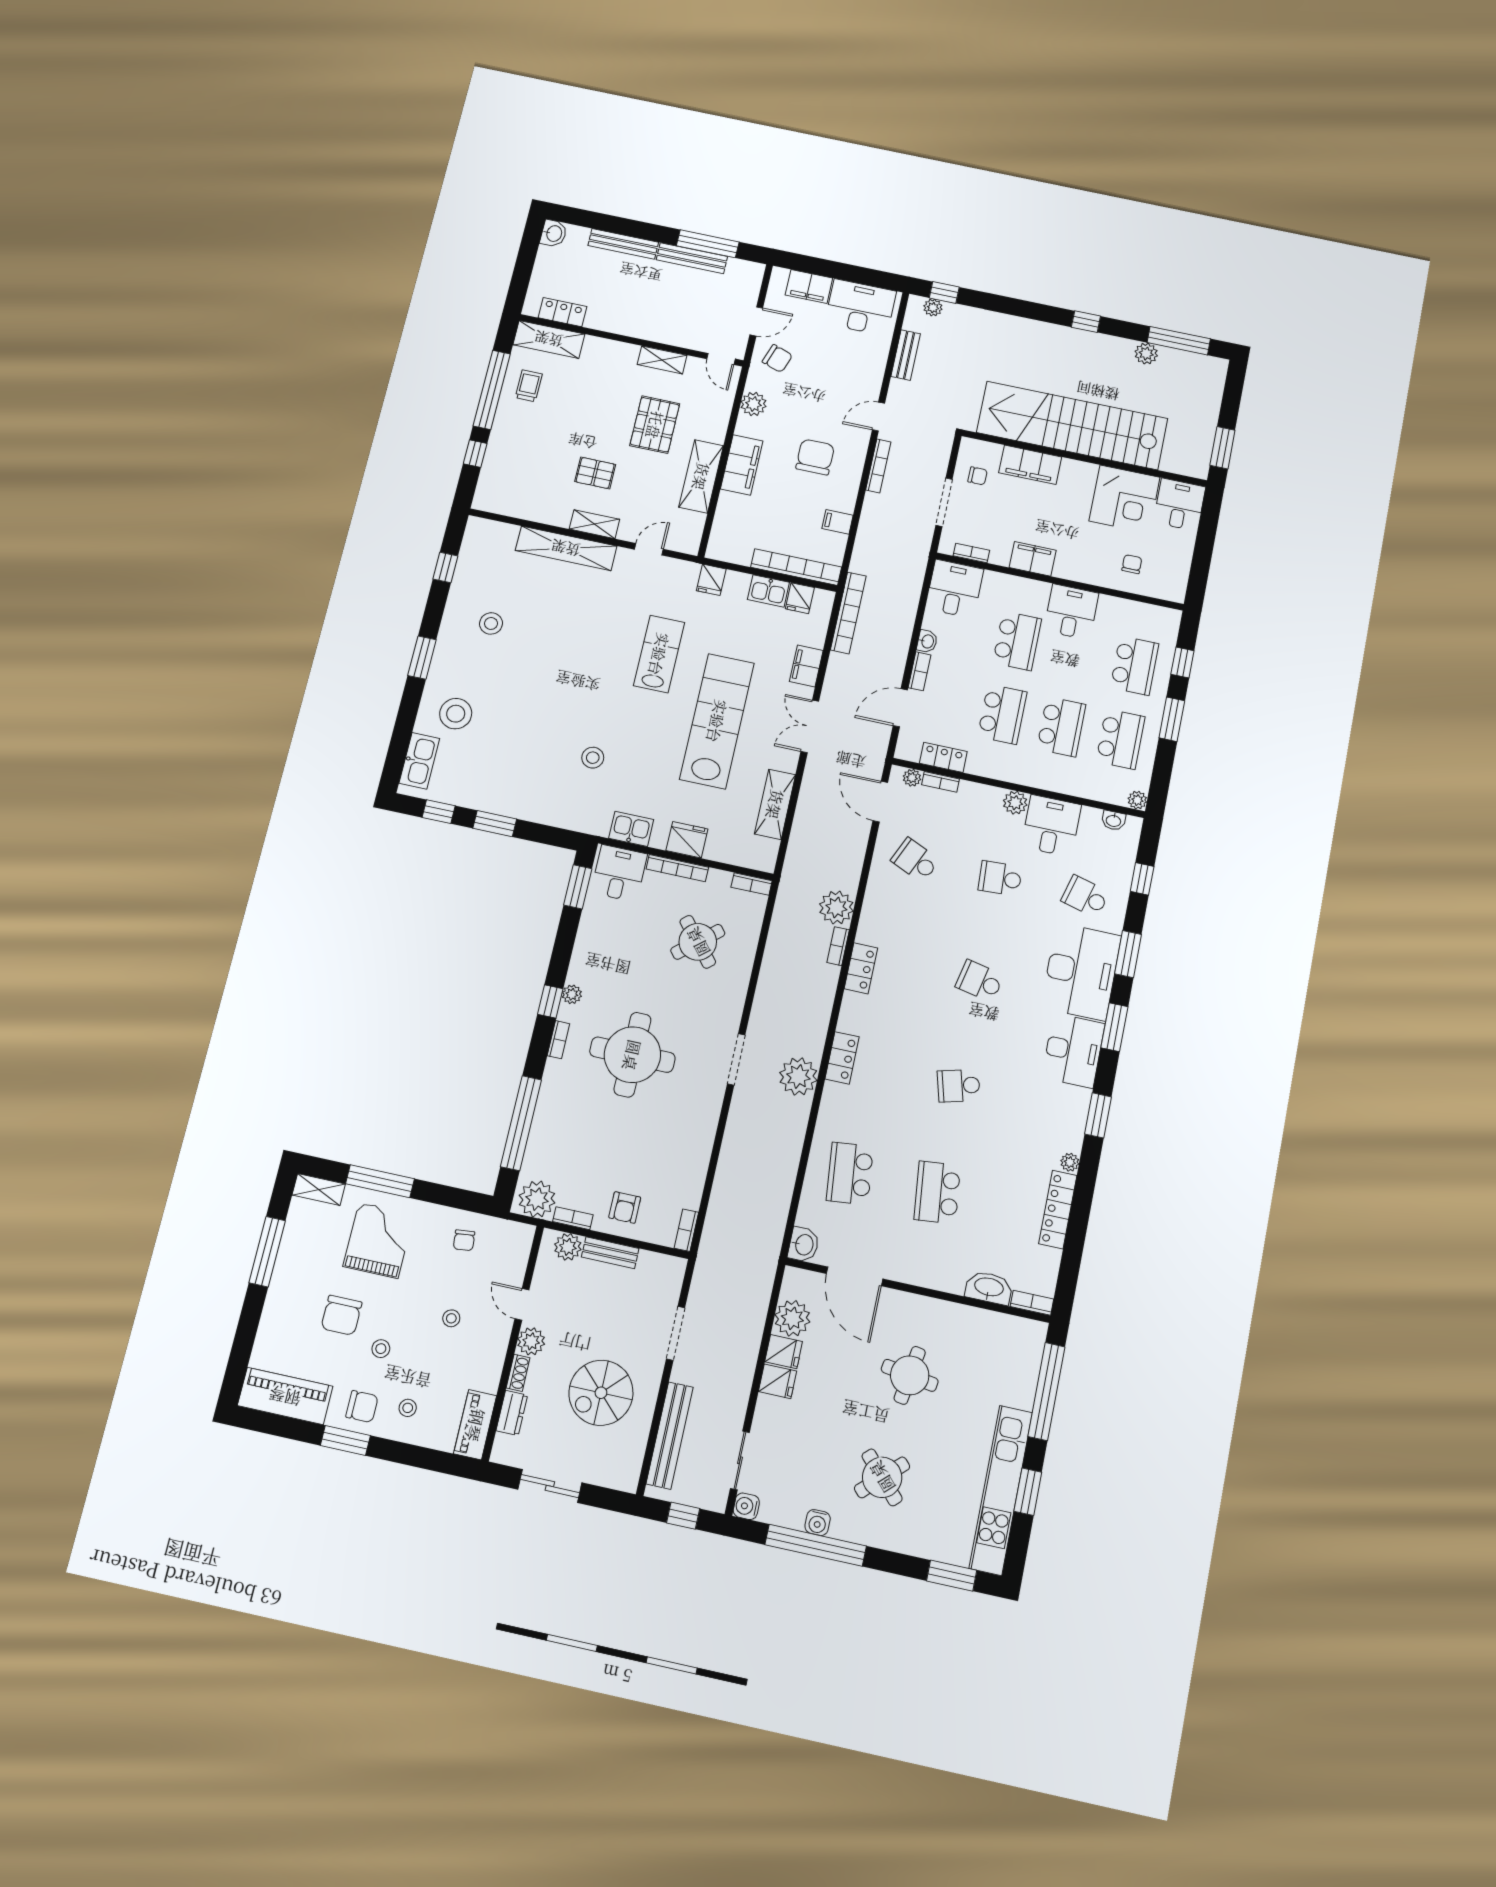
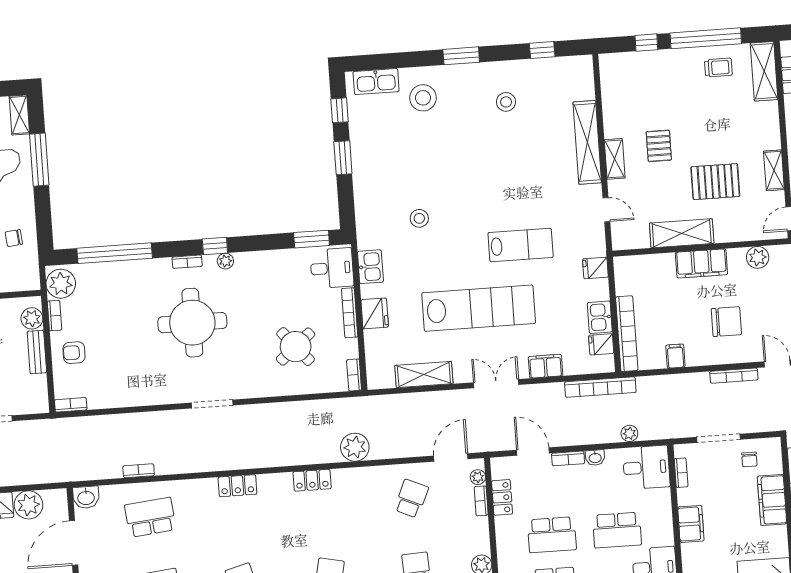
bookcase: (838, 946) -> (139, 471), moved
plant: (798, 1076) -> (629, 433), moved, width x0.53, depth x0.53

